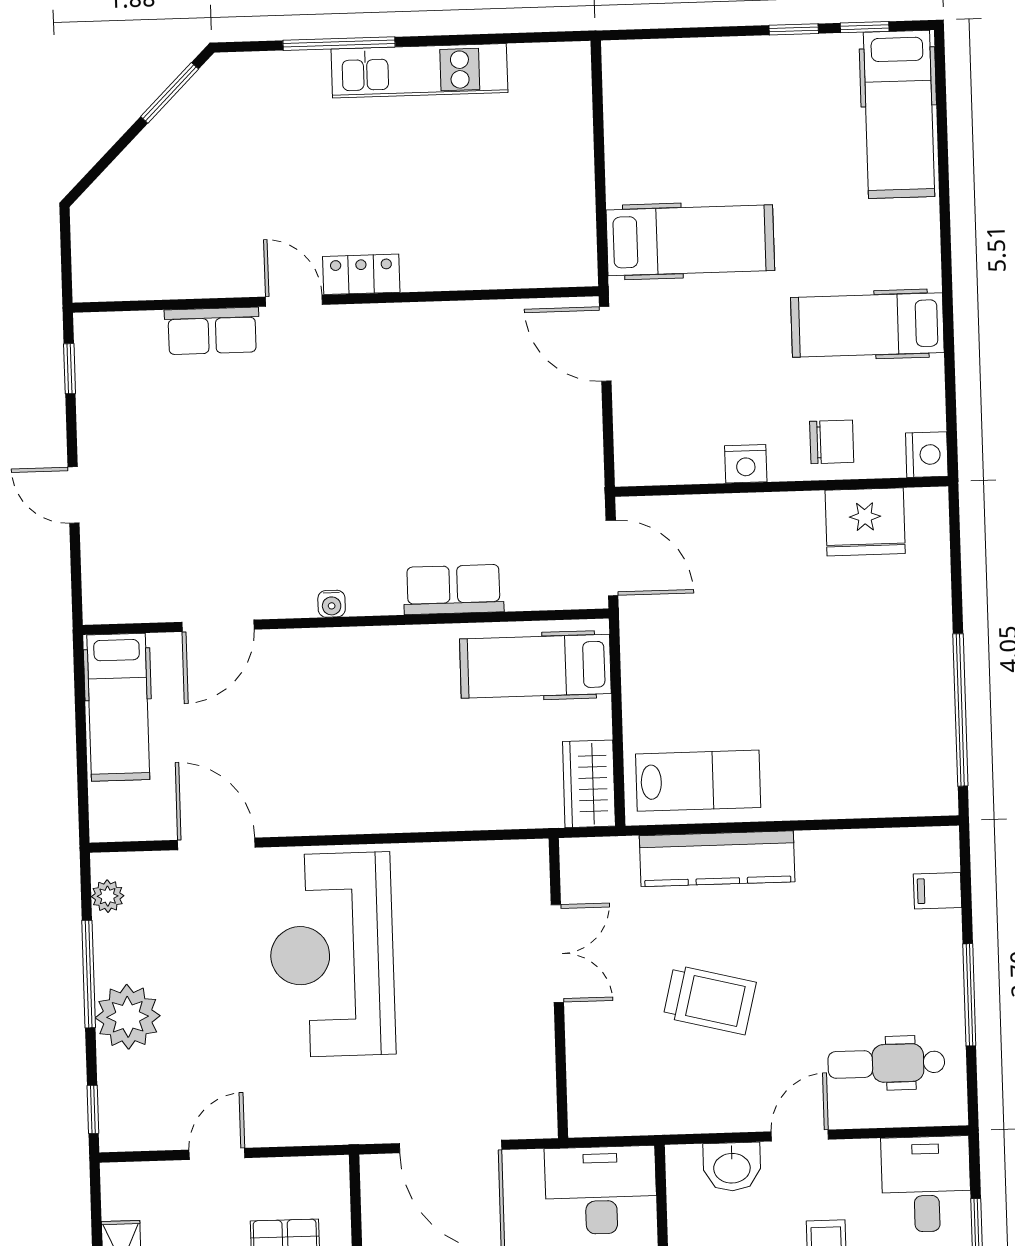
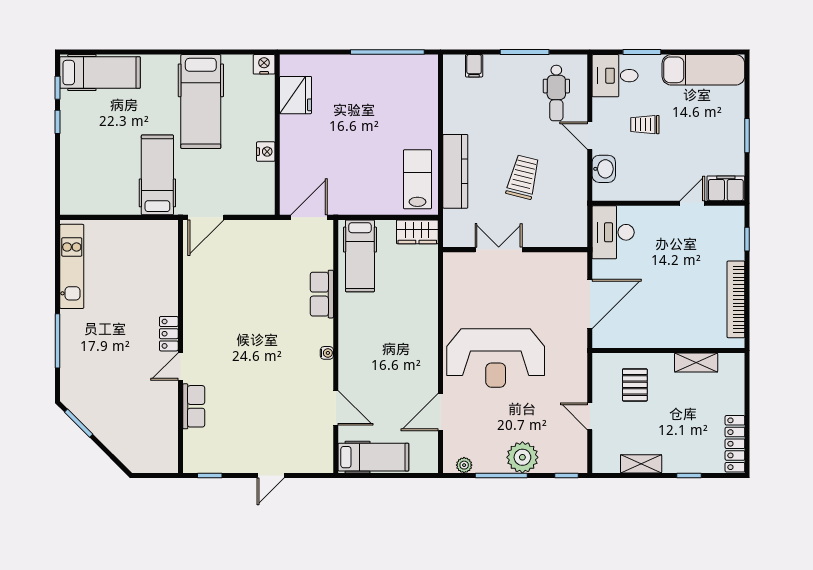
kitchen unit: (419, 71) -> (72, 266), moved
hospital bed: (867, 325) -> (201, 102), width x1.37, depth x1.29
chair: (832, 442) -> (257, 110), removed

